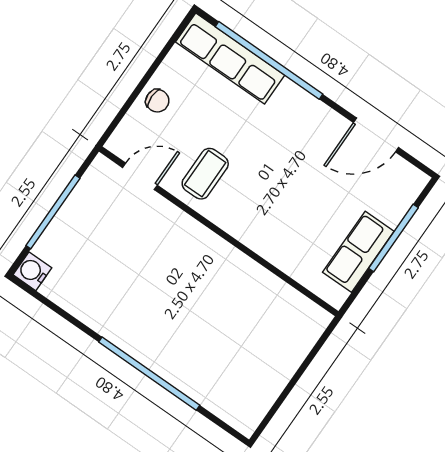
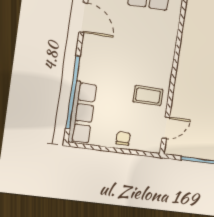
door: (140, 176) -> (166, 128), swing flipped

